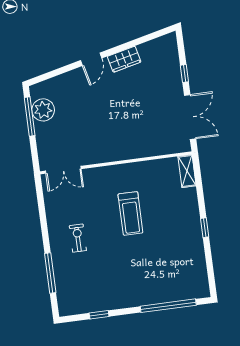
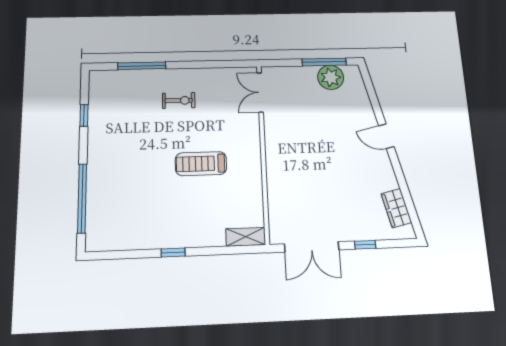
wardrobe: (124, 59) -> (396, 208), moved

